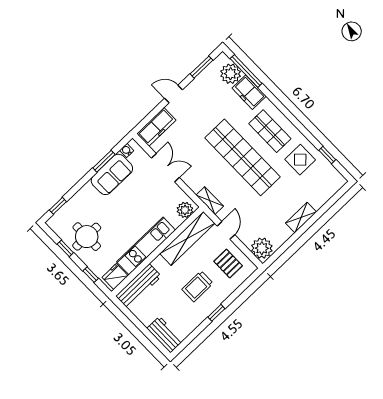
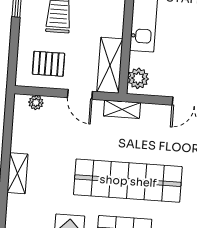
shelving: (187, 238) -> (110, 65), width x0.68
plant: (262, 248) -> (36, 103), width x0.53, depth x0.53

